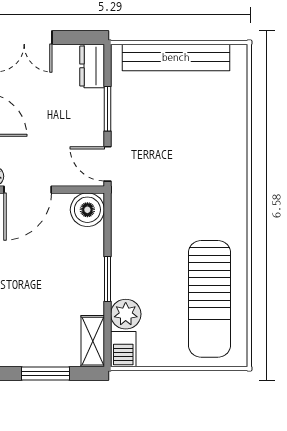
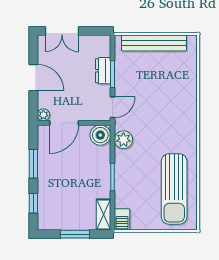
dresser: (92, 66) -> (103, 71), moved
door: (108, 164) -> (112, 107), swing flipped
plant: (126, 314) -> (123, 140), moved

